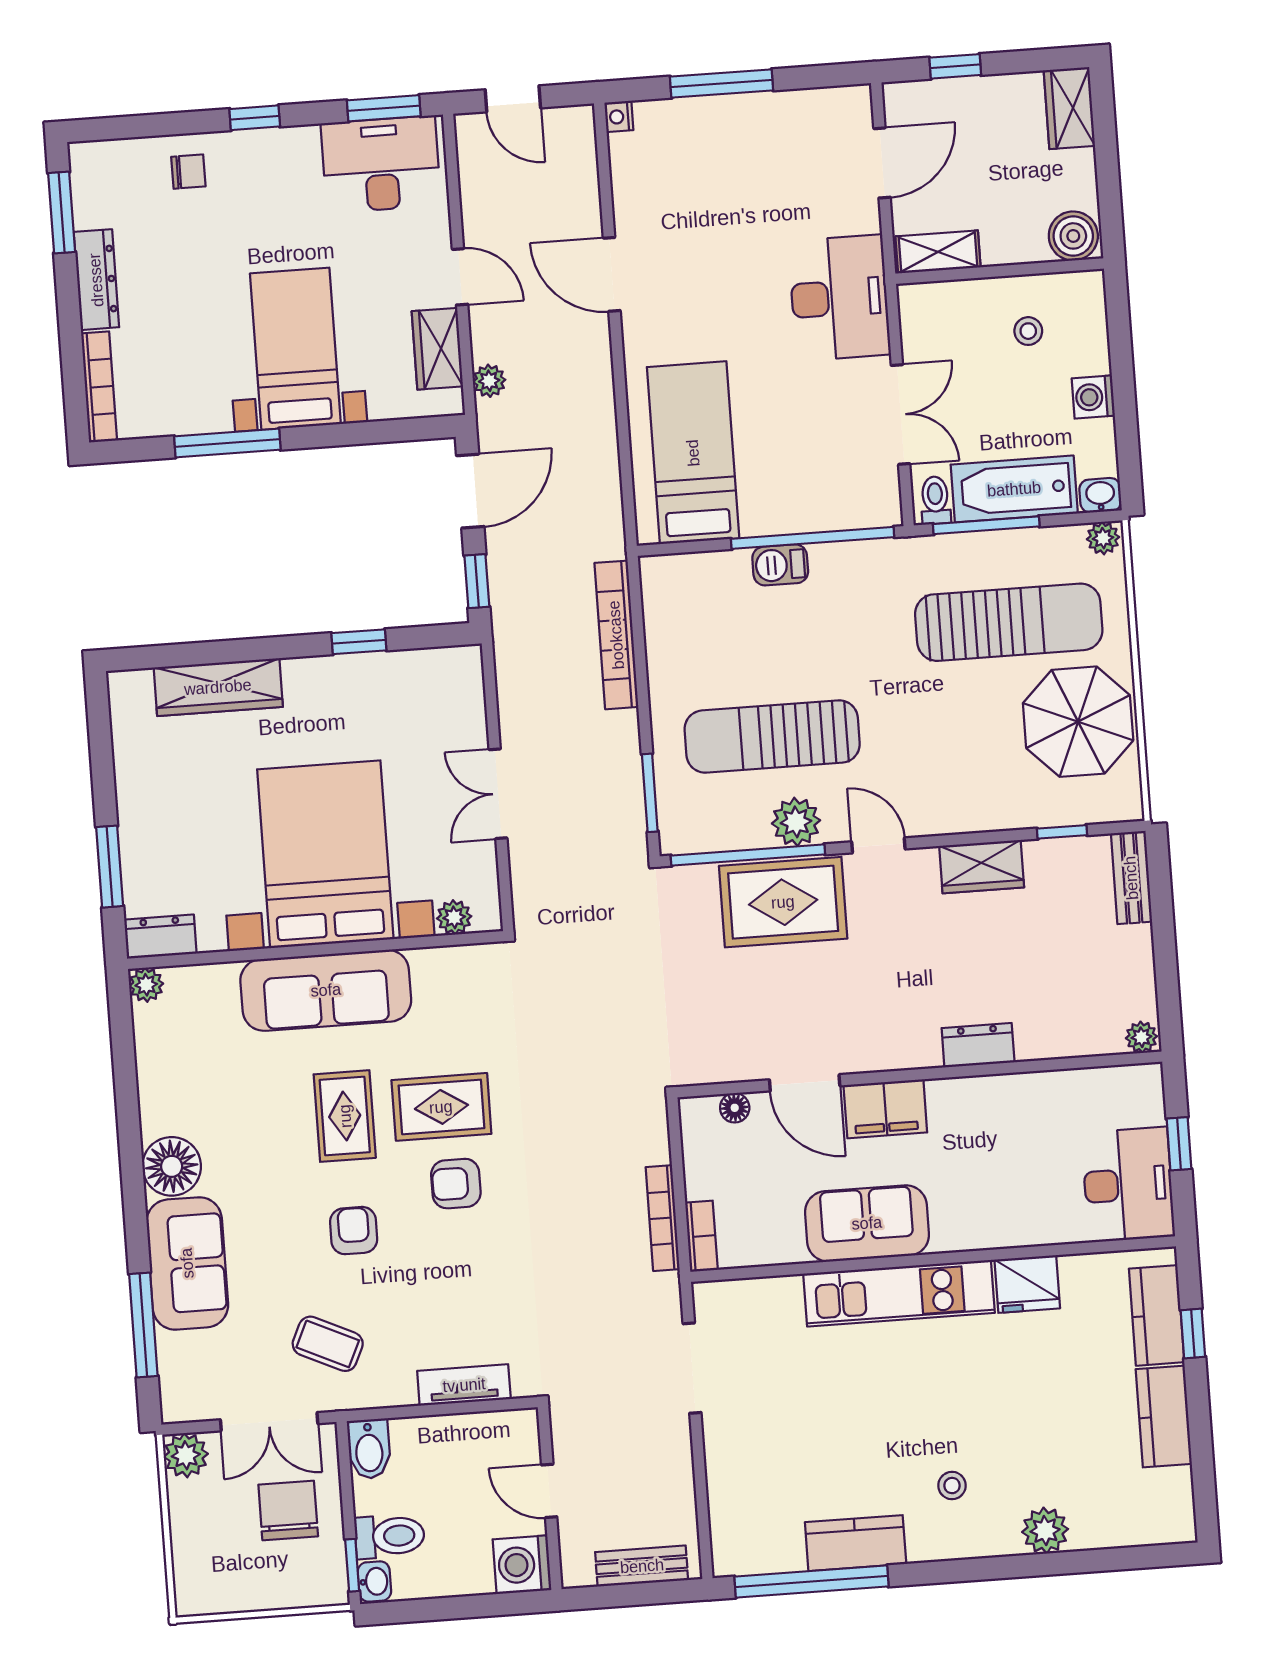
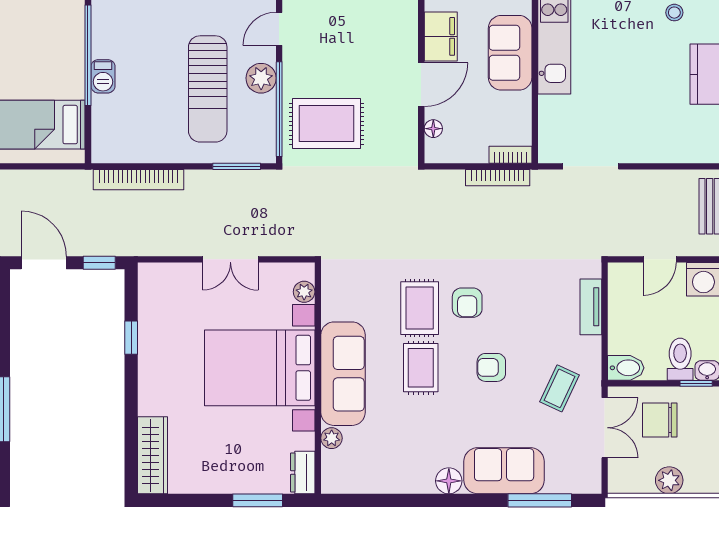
wardrobe: (218, 687) -> (153, 455), moved
rug: (783, 902) -> (327, 124), moved, turned 90
plant: (146, 985) -> (332, 438), moved
rug: (345, 1116) -> (421, 368), turned 90
floor lamp: (172, 1166) -> (449, 481), width x0.73, depth x0.73
plant: (186, 1455) -> (669, 480), moved

